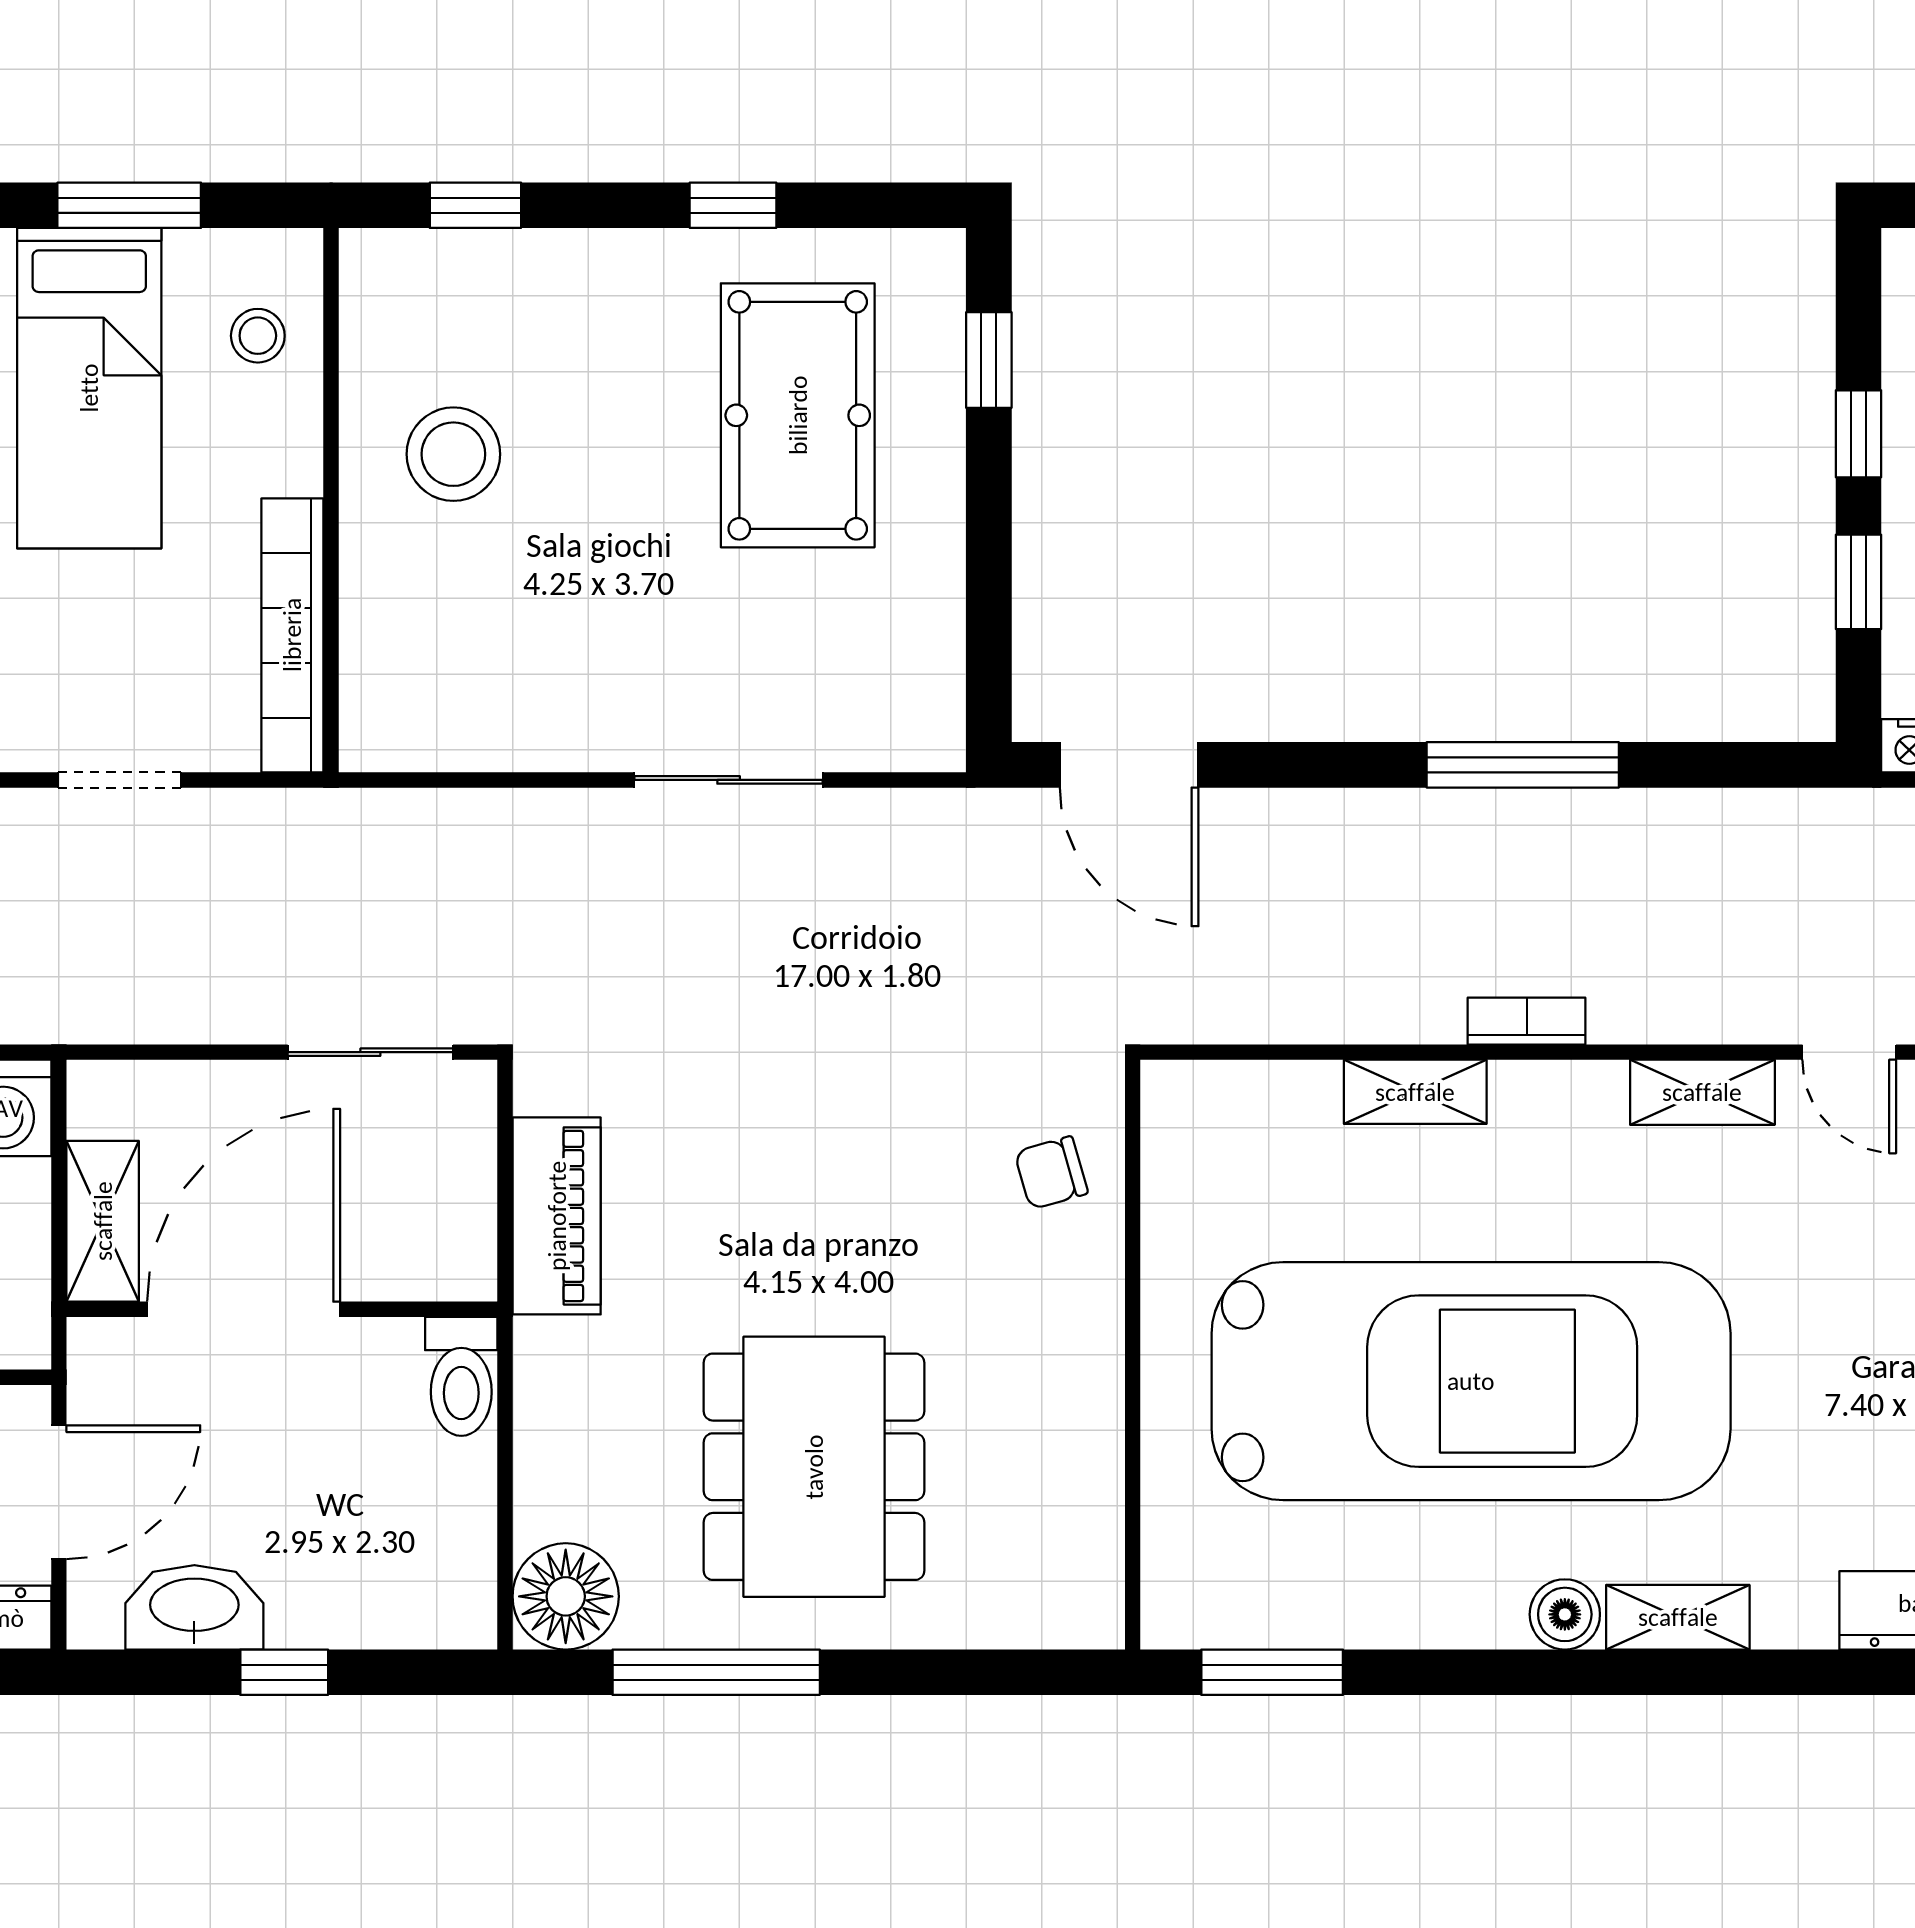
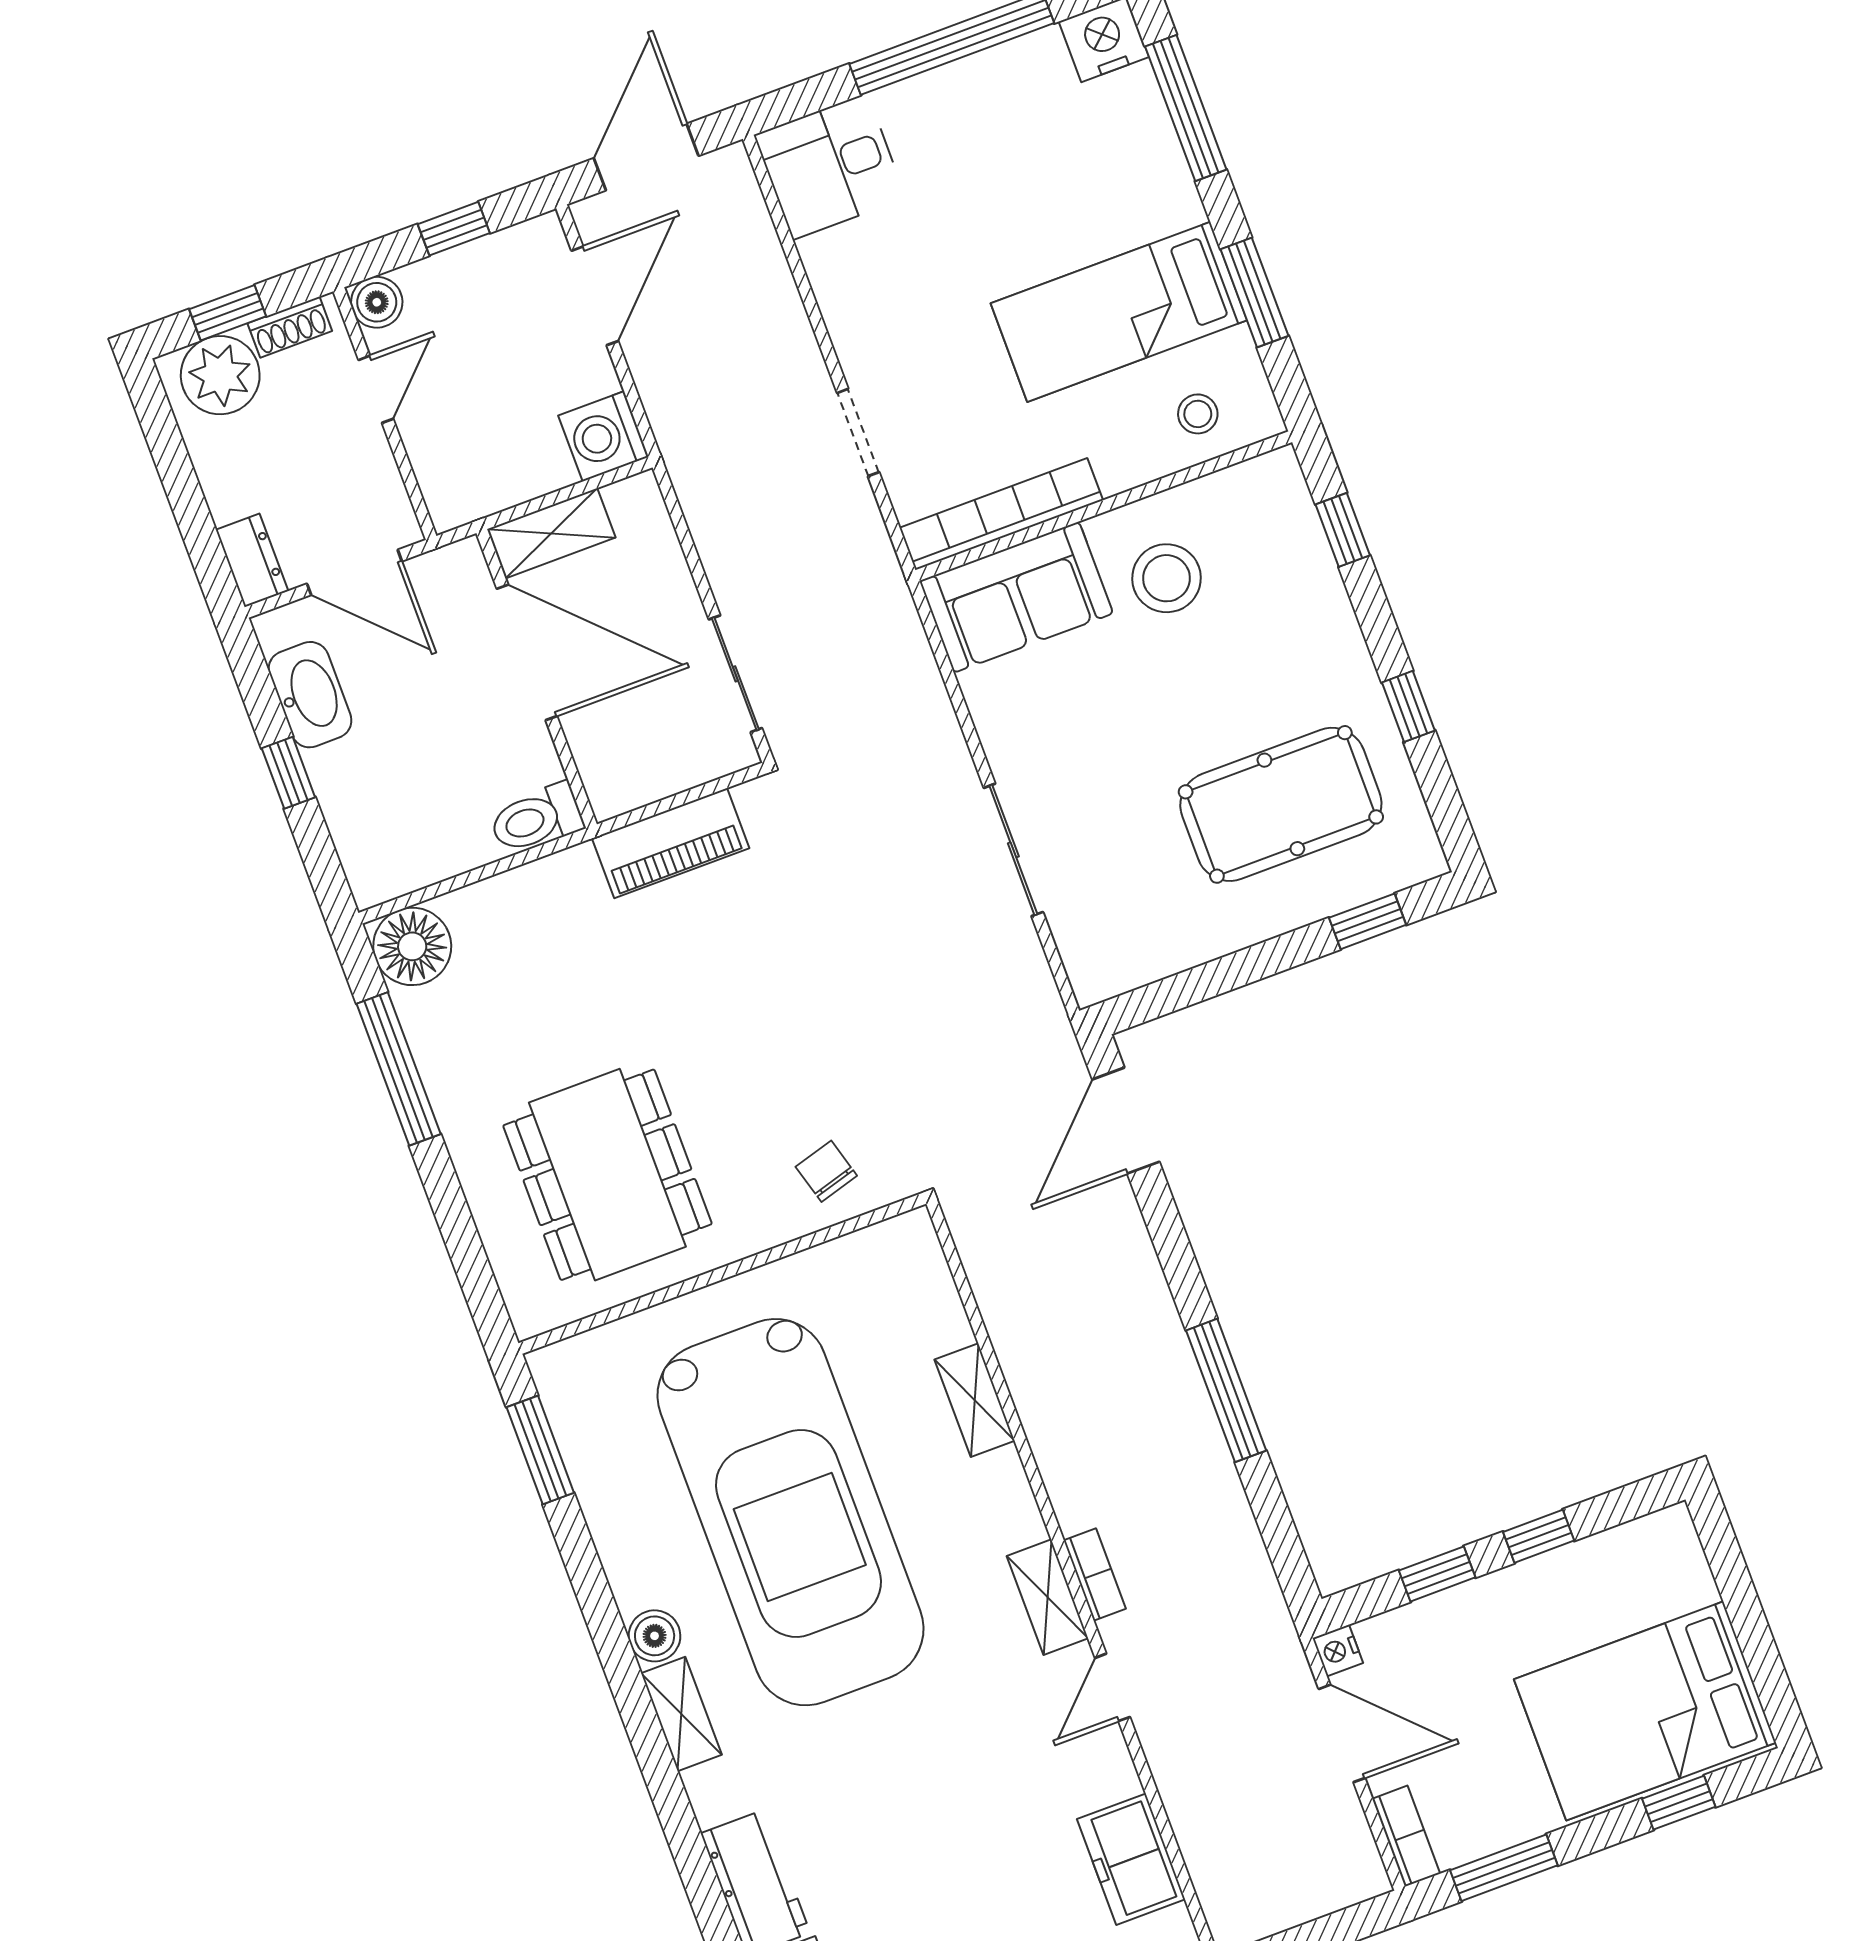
sofa: (406, 656) -> (1016, 597), added
bookcase: (1527, 1021) -> (1095, 1575), moved
dining table: (814, 1467) -> (607, 1175), moved, turned 90

